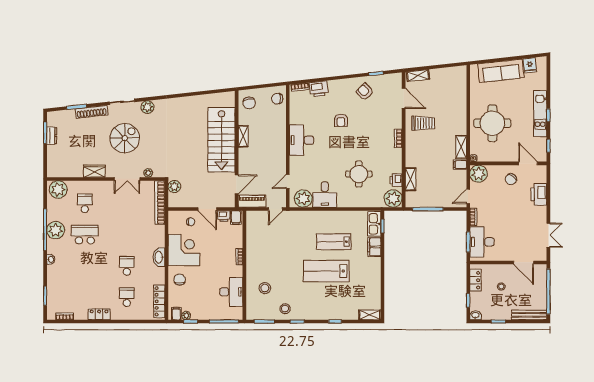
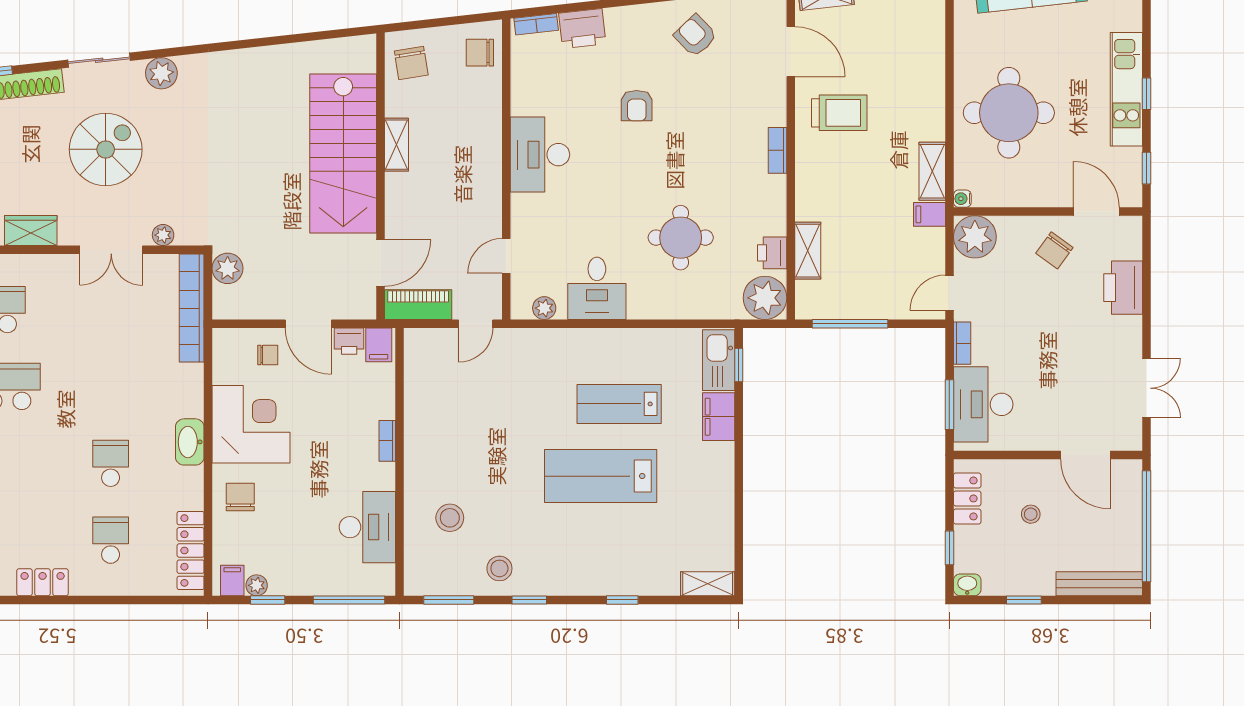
plant: (303, 199) -> (544, 308), width x0.53, depth x0.53

